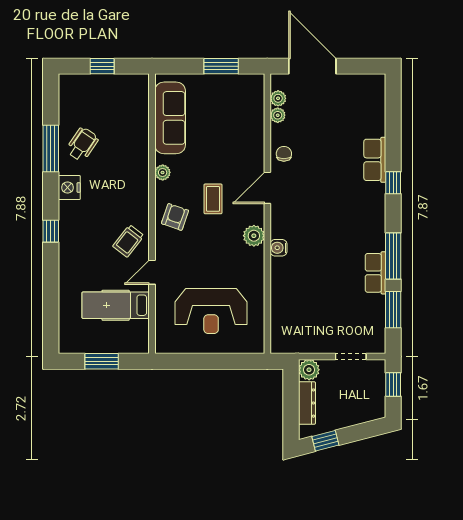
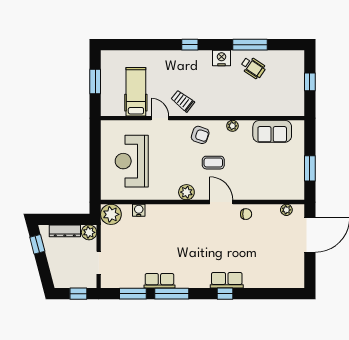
plant: (278, 115) -> (111, 214), moved, width x1.88, depth x1.88
sofa: (170, 118) -> (272, 131), width x0.73
row of seats: (375, 160) -> (227, 280), moved
water cooler: (279, 248) -> (139, 210), moved

